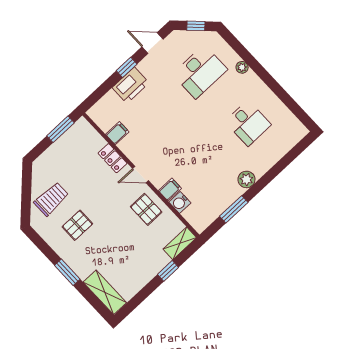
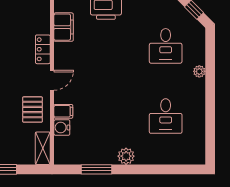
desk: (200, 72) -> (166, 46), width x0.73
filing cabinet: (117, 133) -> (64, 27), width x2.00
door: (140, 175) -> (52, 80), swing flipped
shelving: (180, 243) -> (43, 148), moved, turned 90

